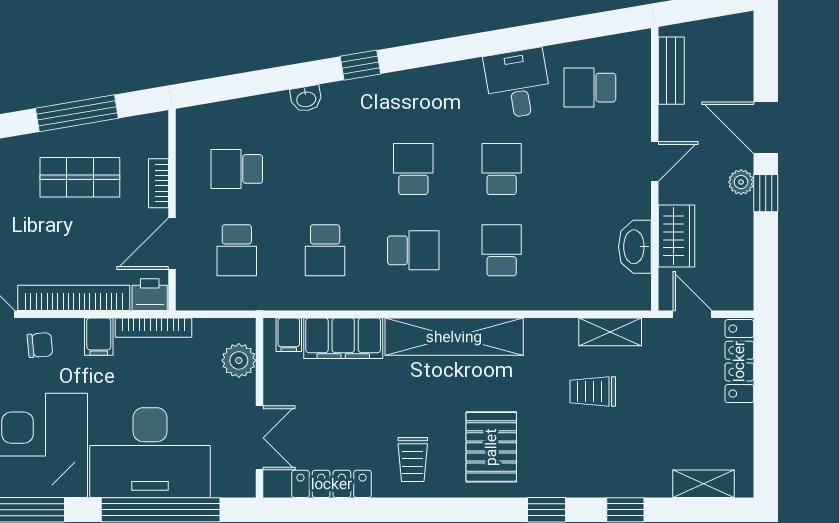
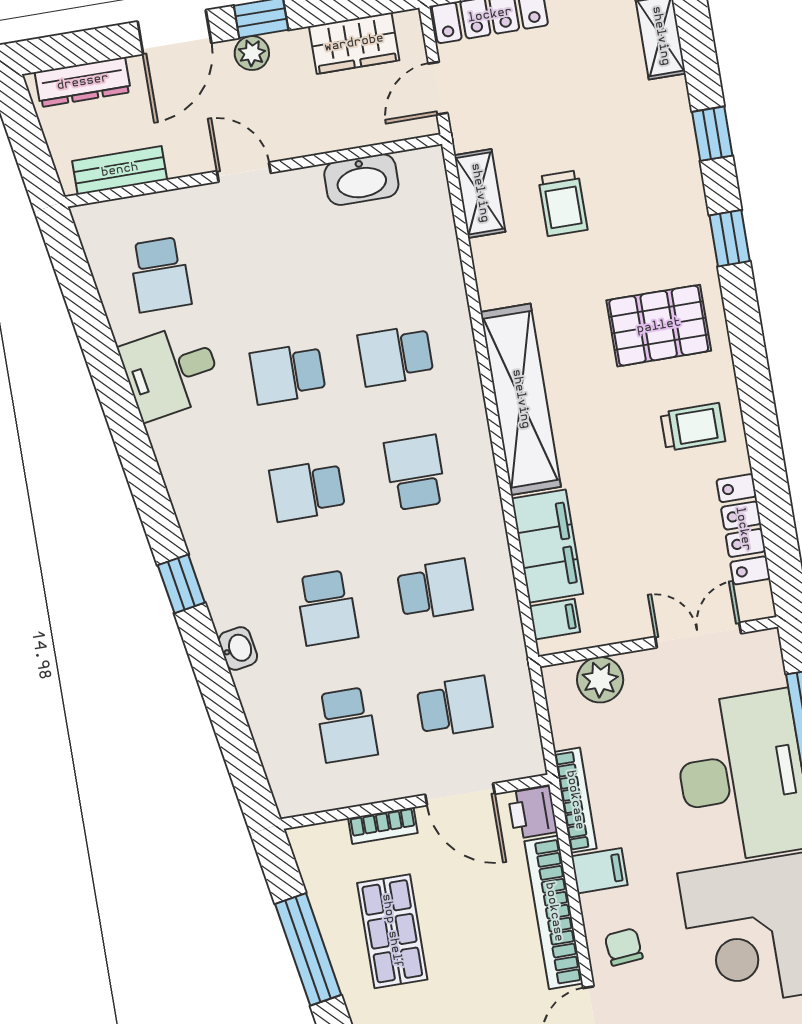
dresser: (740, 54) -> (83, 82), added
school desk: (325, 169) -> (327, 608), added
wardrobe: (676, 236) -> (354, 43), moved, turned 180

